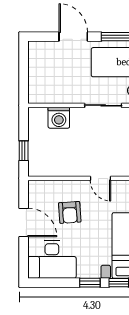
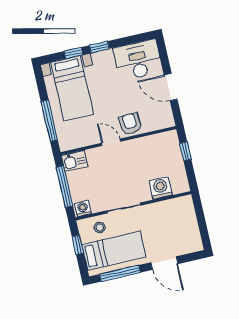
armchair: (70, 212) -> (130, 124), moved

